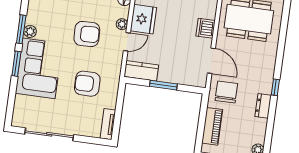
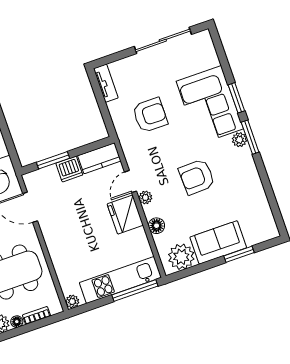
dishwasher: (206, 28) -> (69, 169), moved, turned 90
armchair: (87, 34) -> (197, 177), moved
window: (163, 85) -> (53, 160), moved

